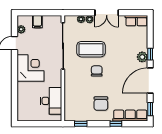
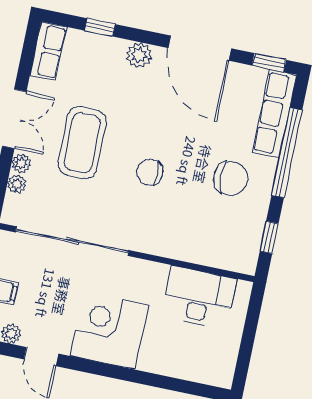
coffee table: (91, 49) -> (82, 143), moved
window: (150, 54) -> (100, 27), moved
window: (116, 124) -> (287, 153), width x3.17

